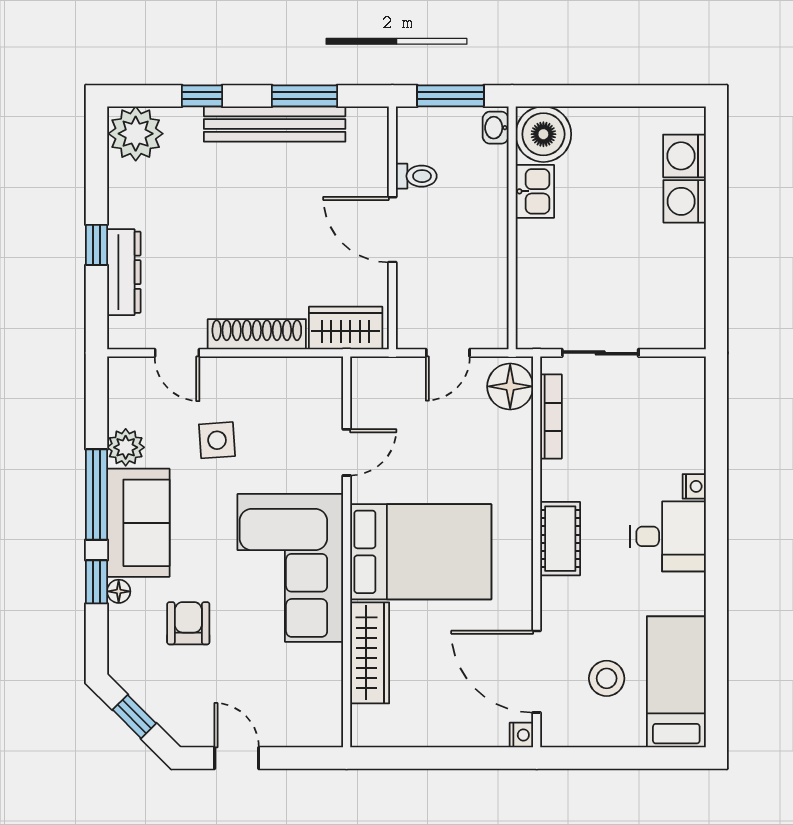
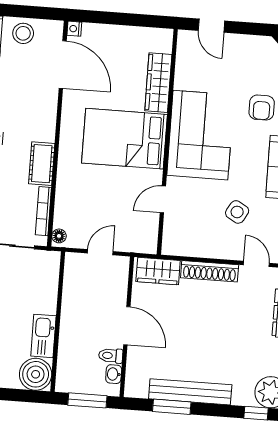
window: (202, 96) -> (256, 413), moved
washbasin: (496, 128) -> (114, 374), moved, turned 180
kitchen sink: (535, 191) -> (43, 336), width x1.38
floor lamp: (510, 386) -> (59, 236), width x0.53, depth x0.53
side table: (217, 440) -> (237, 212), turned 34
cot: (560, 539) -> (42, 164), moved
stool: (607, 678) -> (23, 33), moved
door: (237, 758) -> (211, 26), moved

